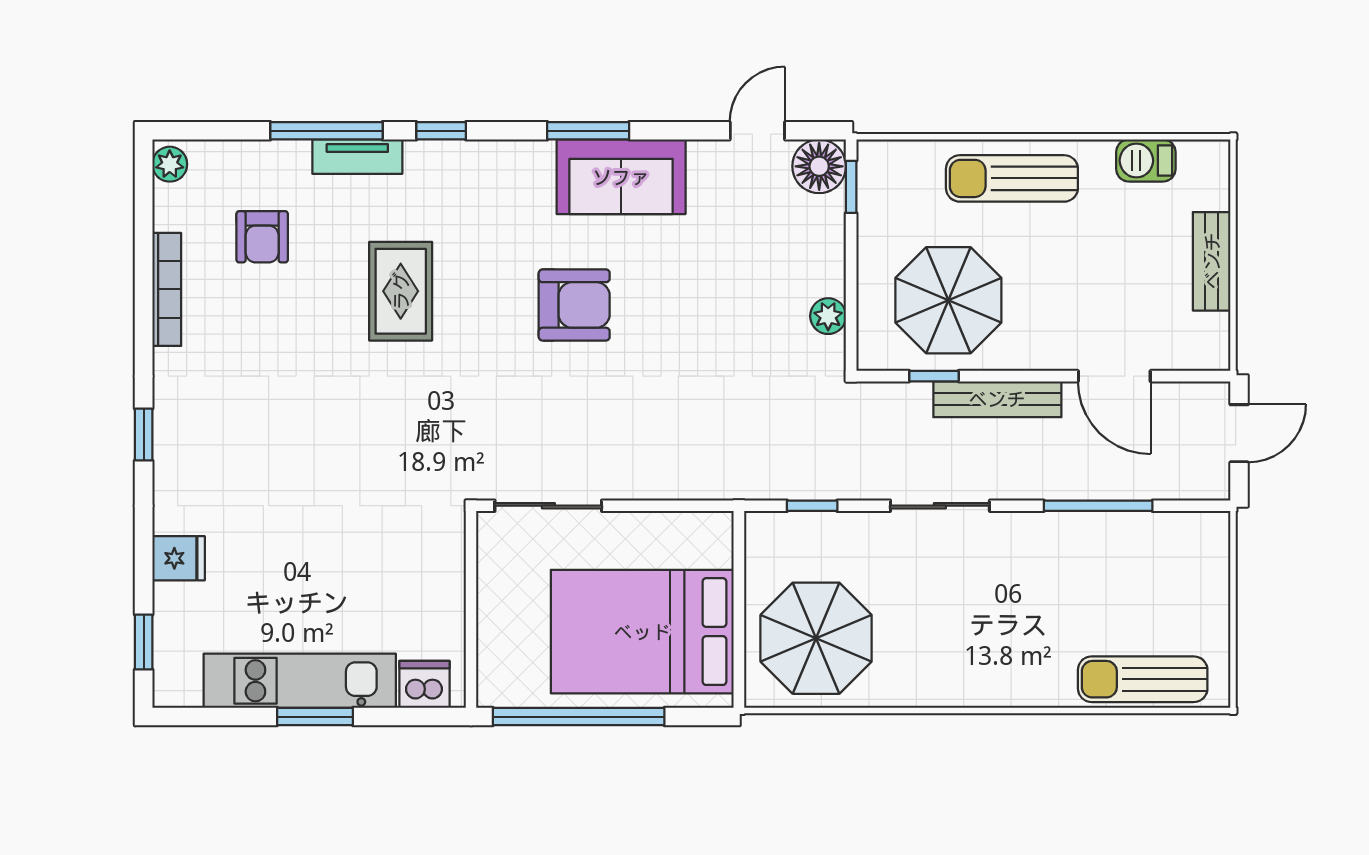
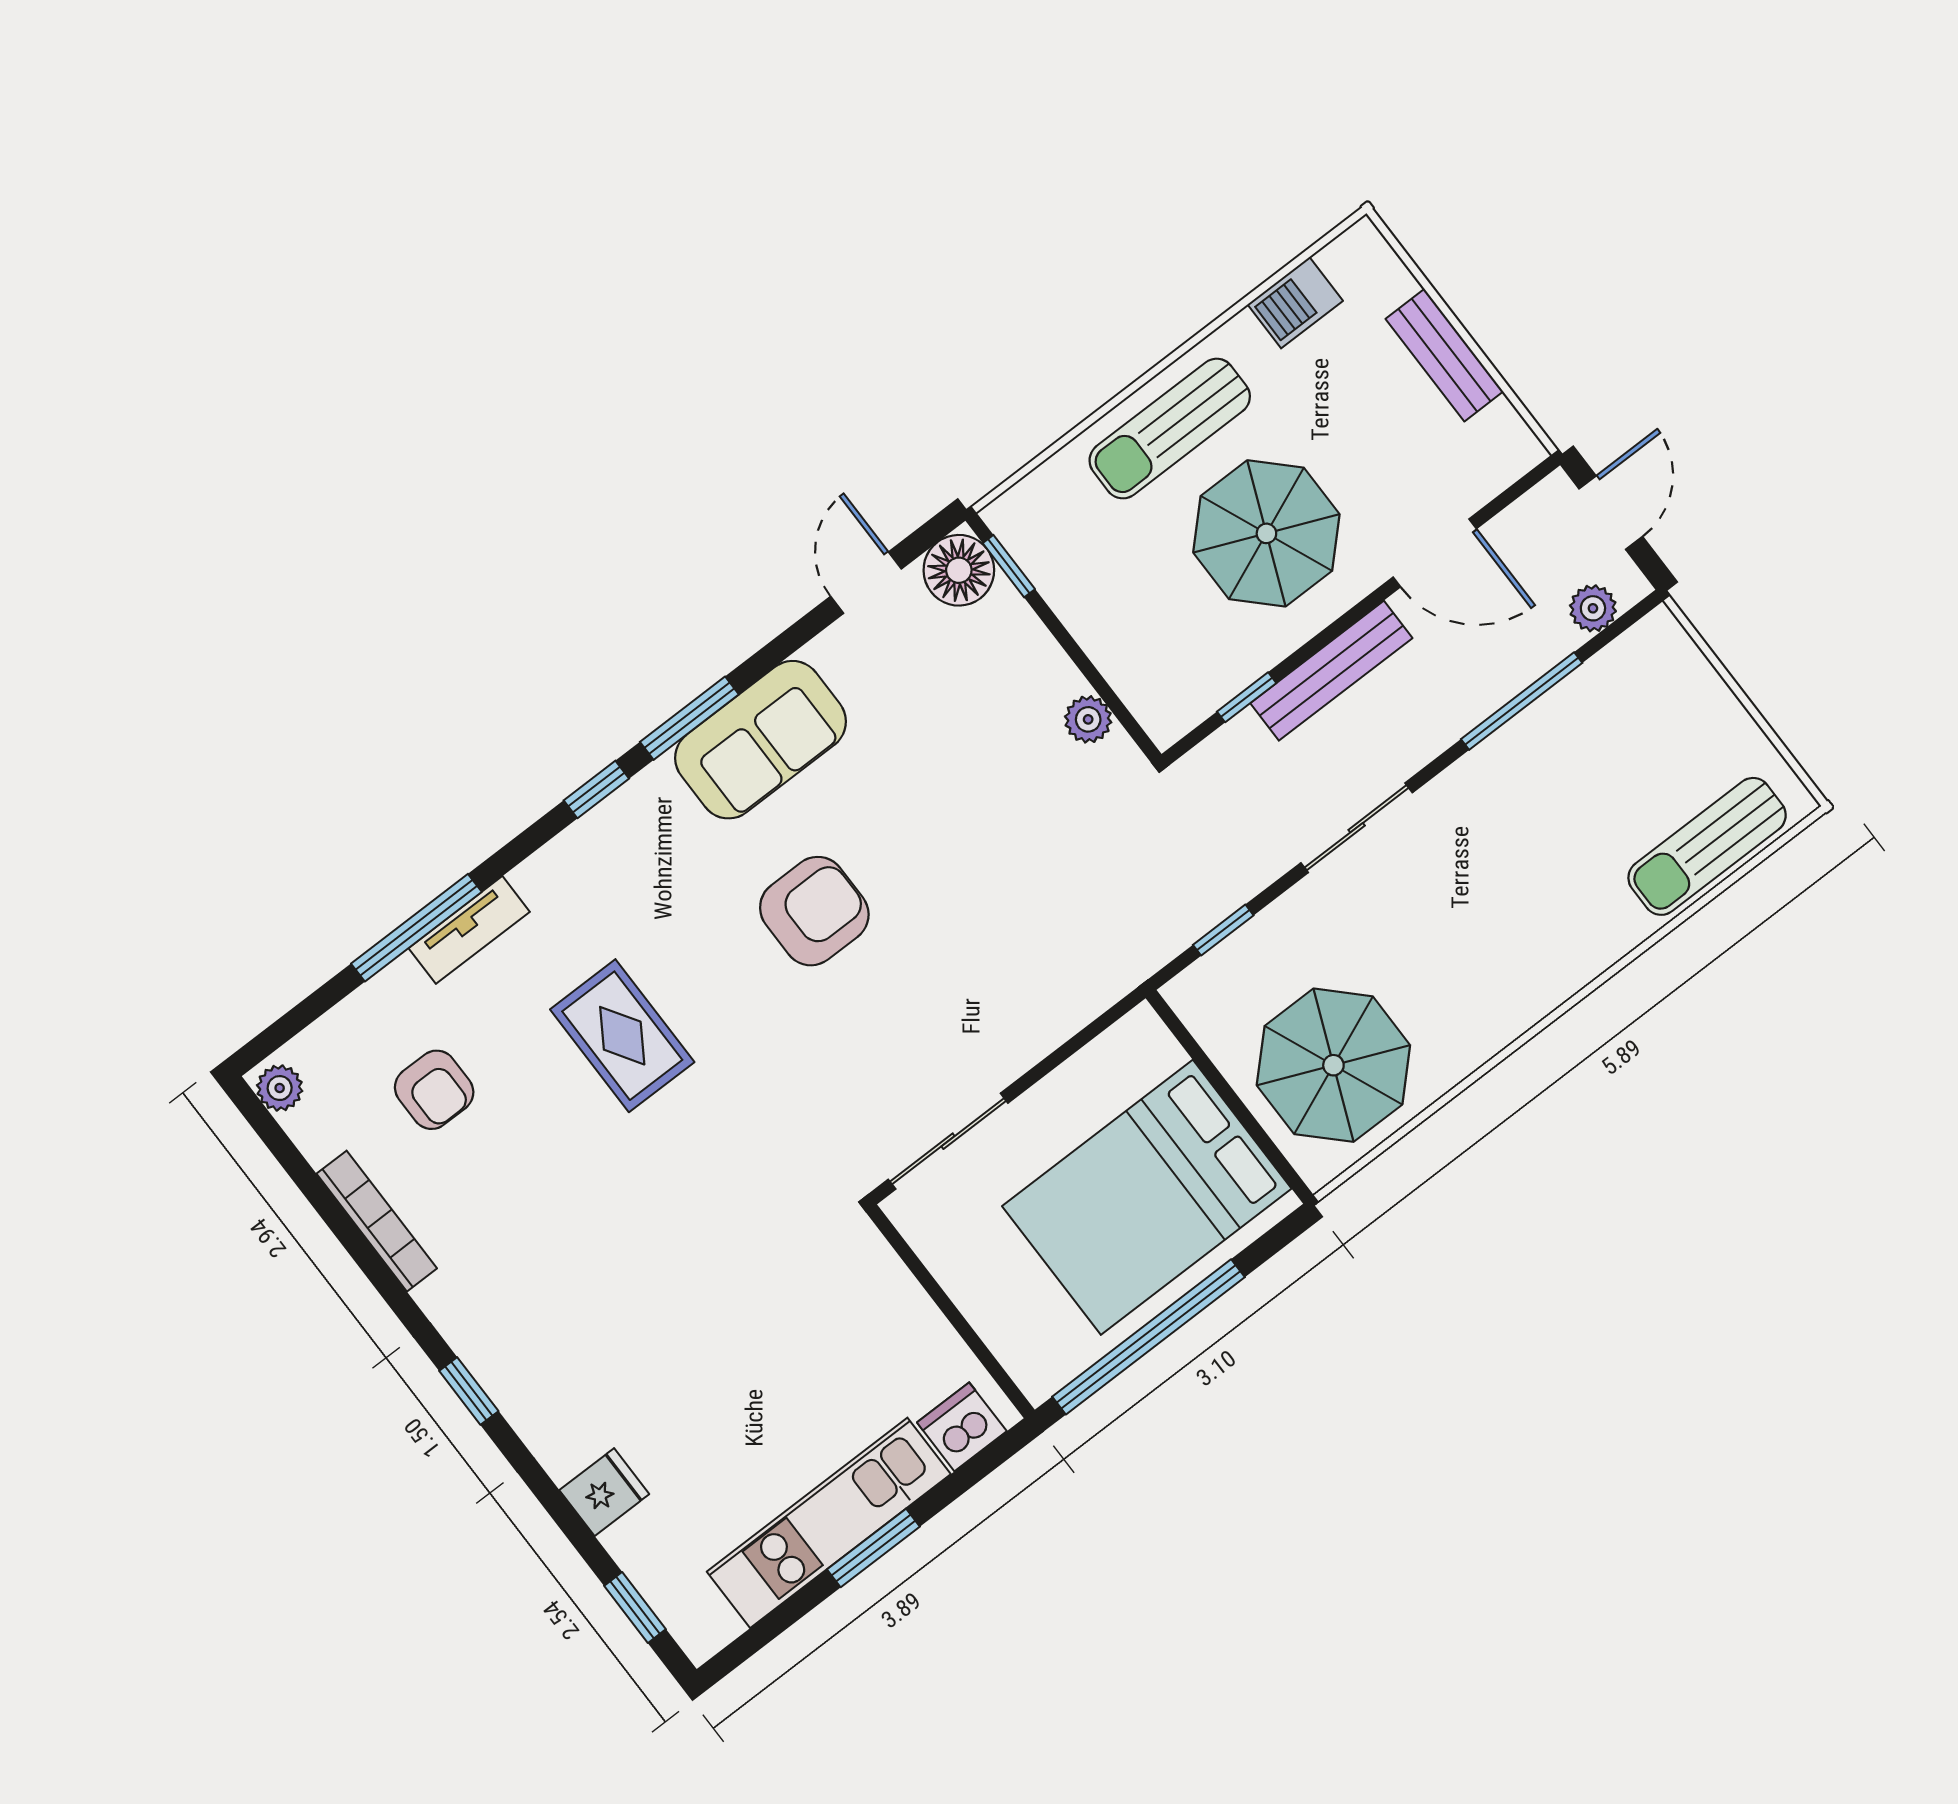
window: (441, 131) -> (596, 789), moved
parasol: (948, 300) -> (1266, 533), moved
plant: (1184, 483) -> (1593, 608), added

